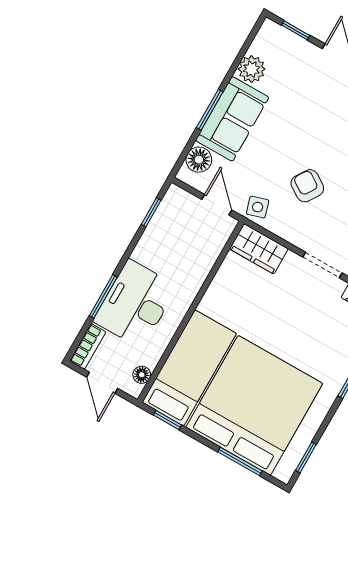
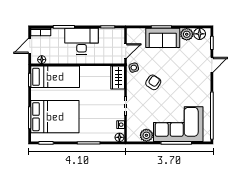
floor lamp: (199, 160) -> (200, 34), moved
desk: (135, 304) -> (82, 41), moved
bed: (254, 405) -> (55, 117), width x0.73

